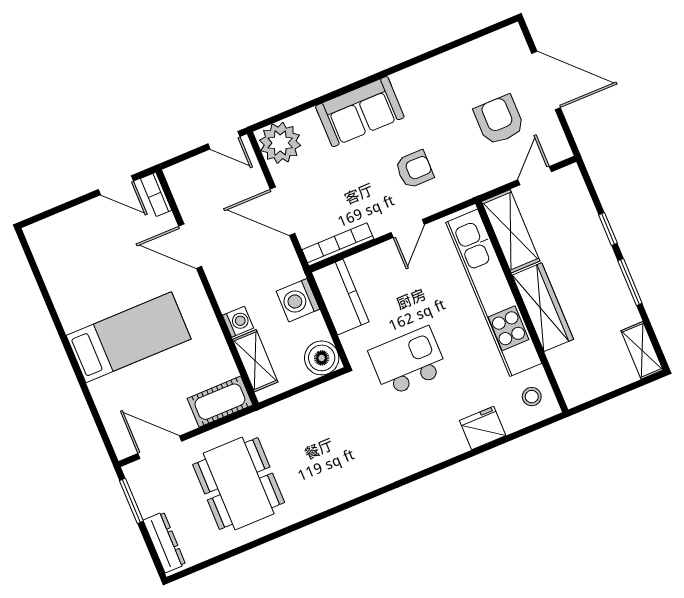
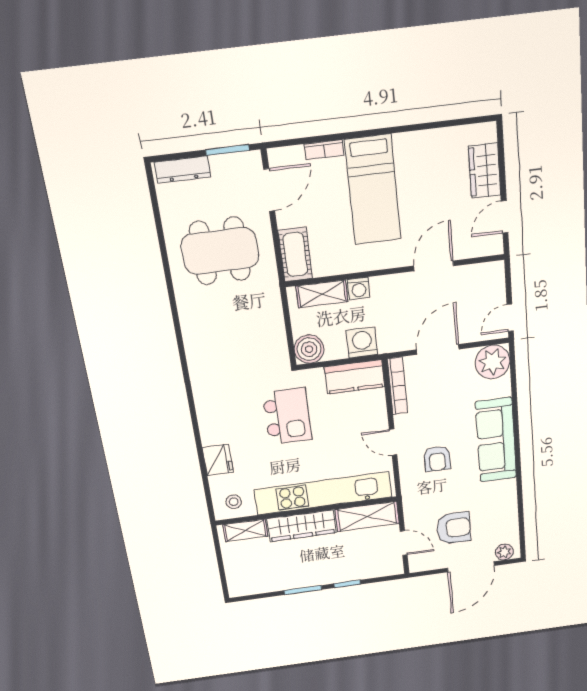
plant: (516, 45) -> (504, 552), added
sofa: (360, 112) -> (496, 440), width x1.36
bookcase: (156, 194) -> (324, 150), moved, turned 180
wardrobe: (75, 224) -> (485, 171), added
shelving: (642, 350) -> (245, 530), moved

